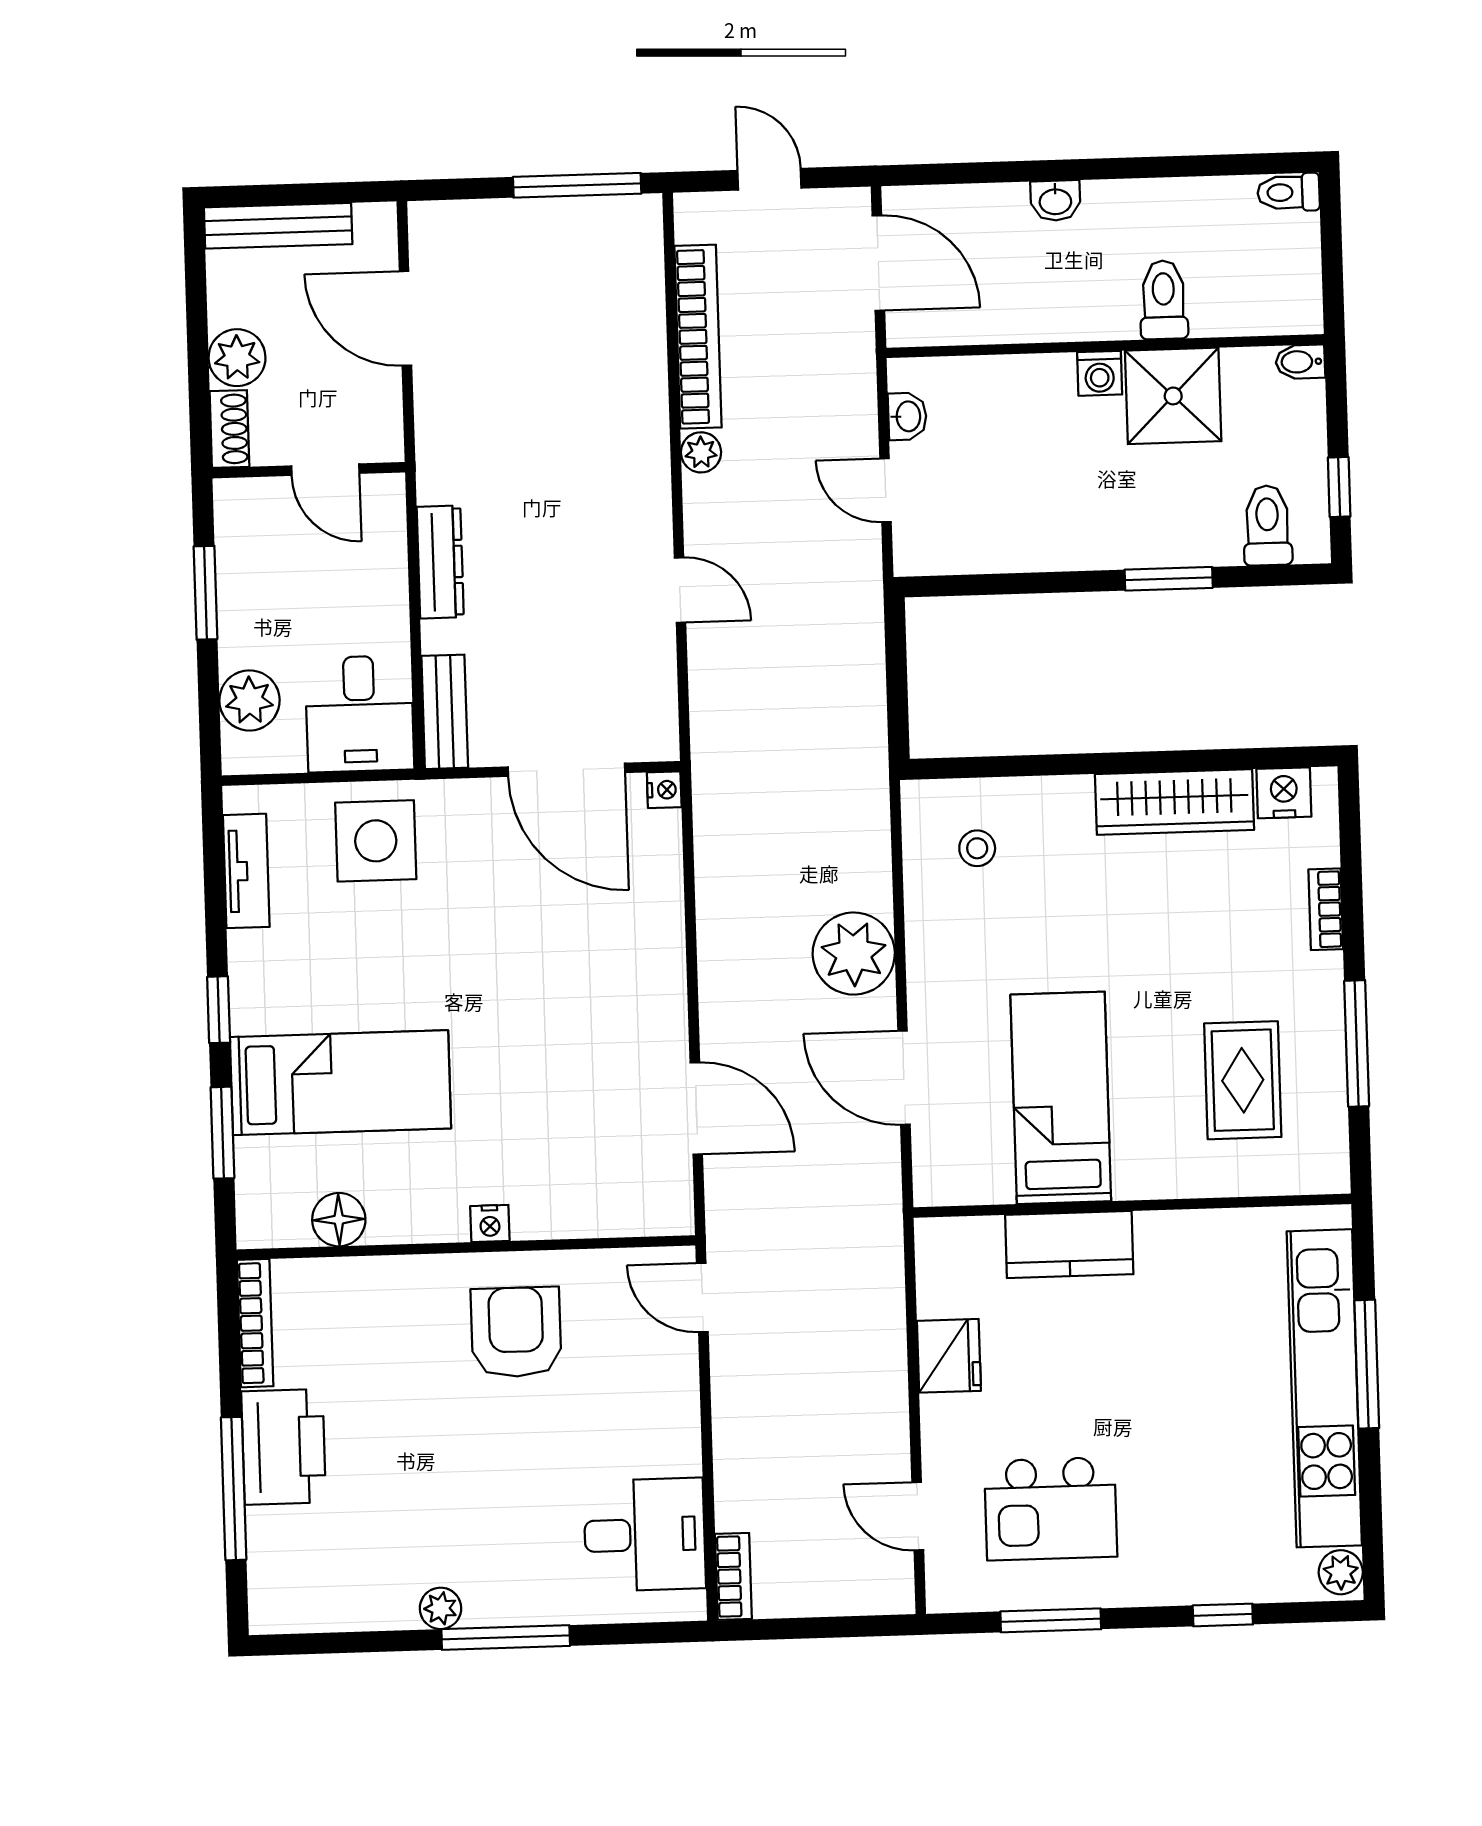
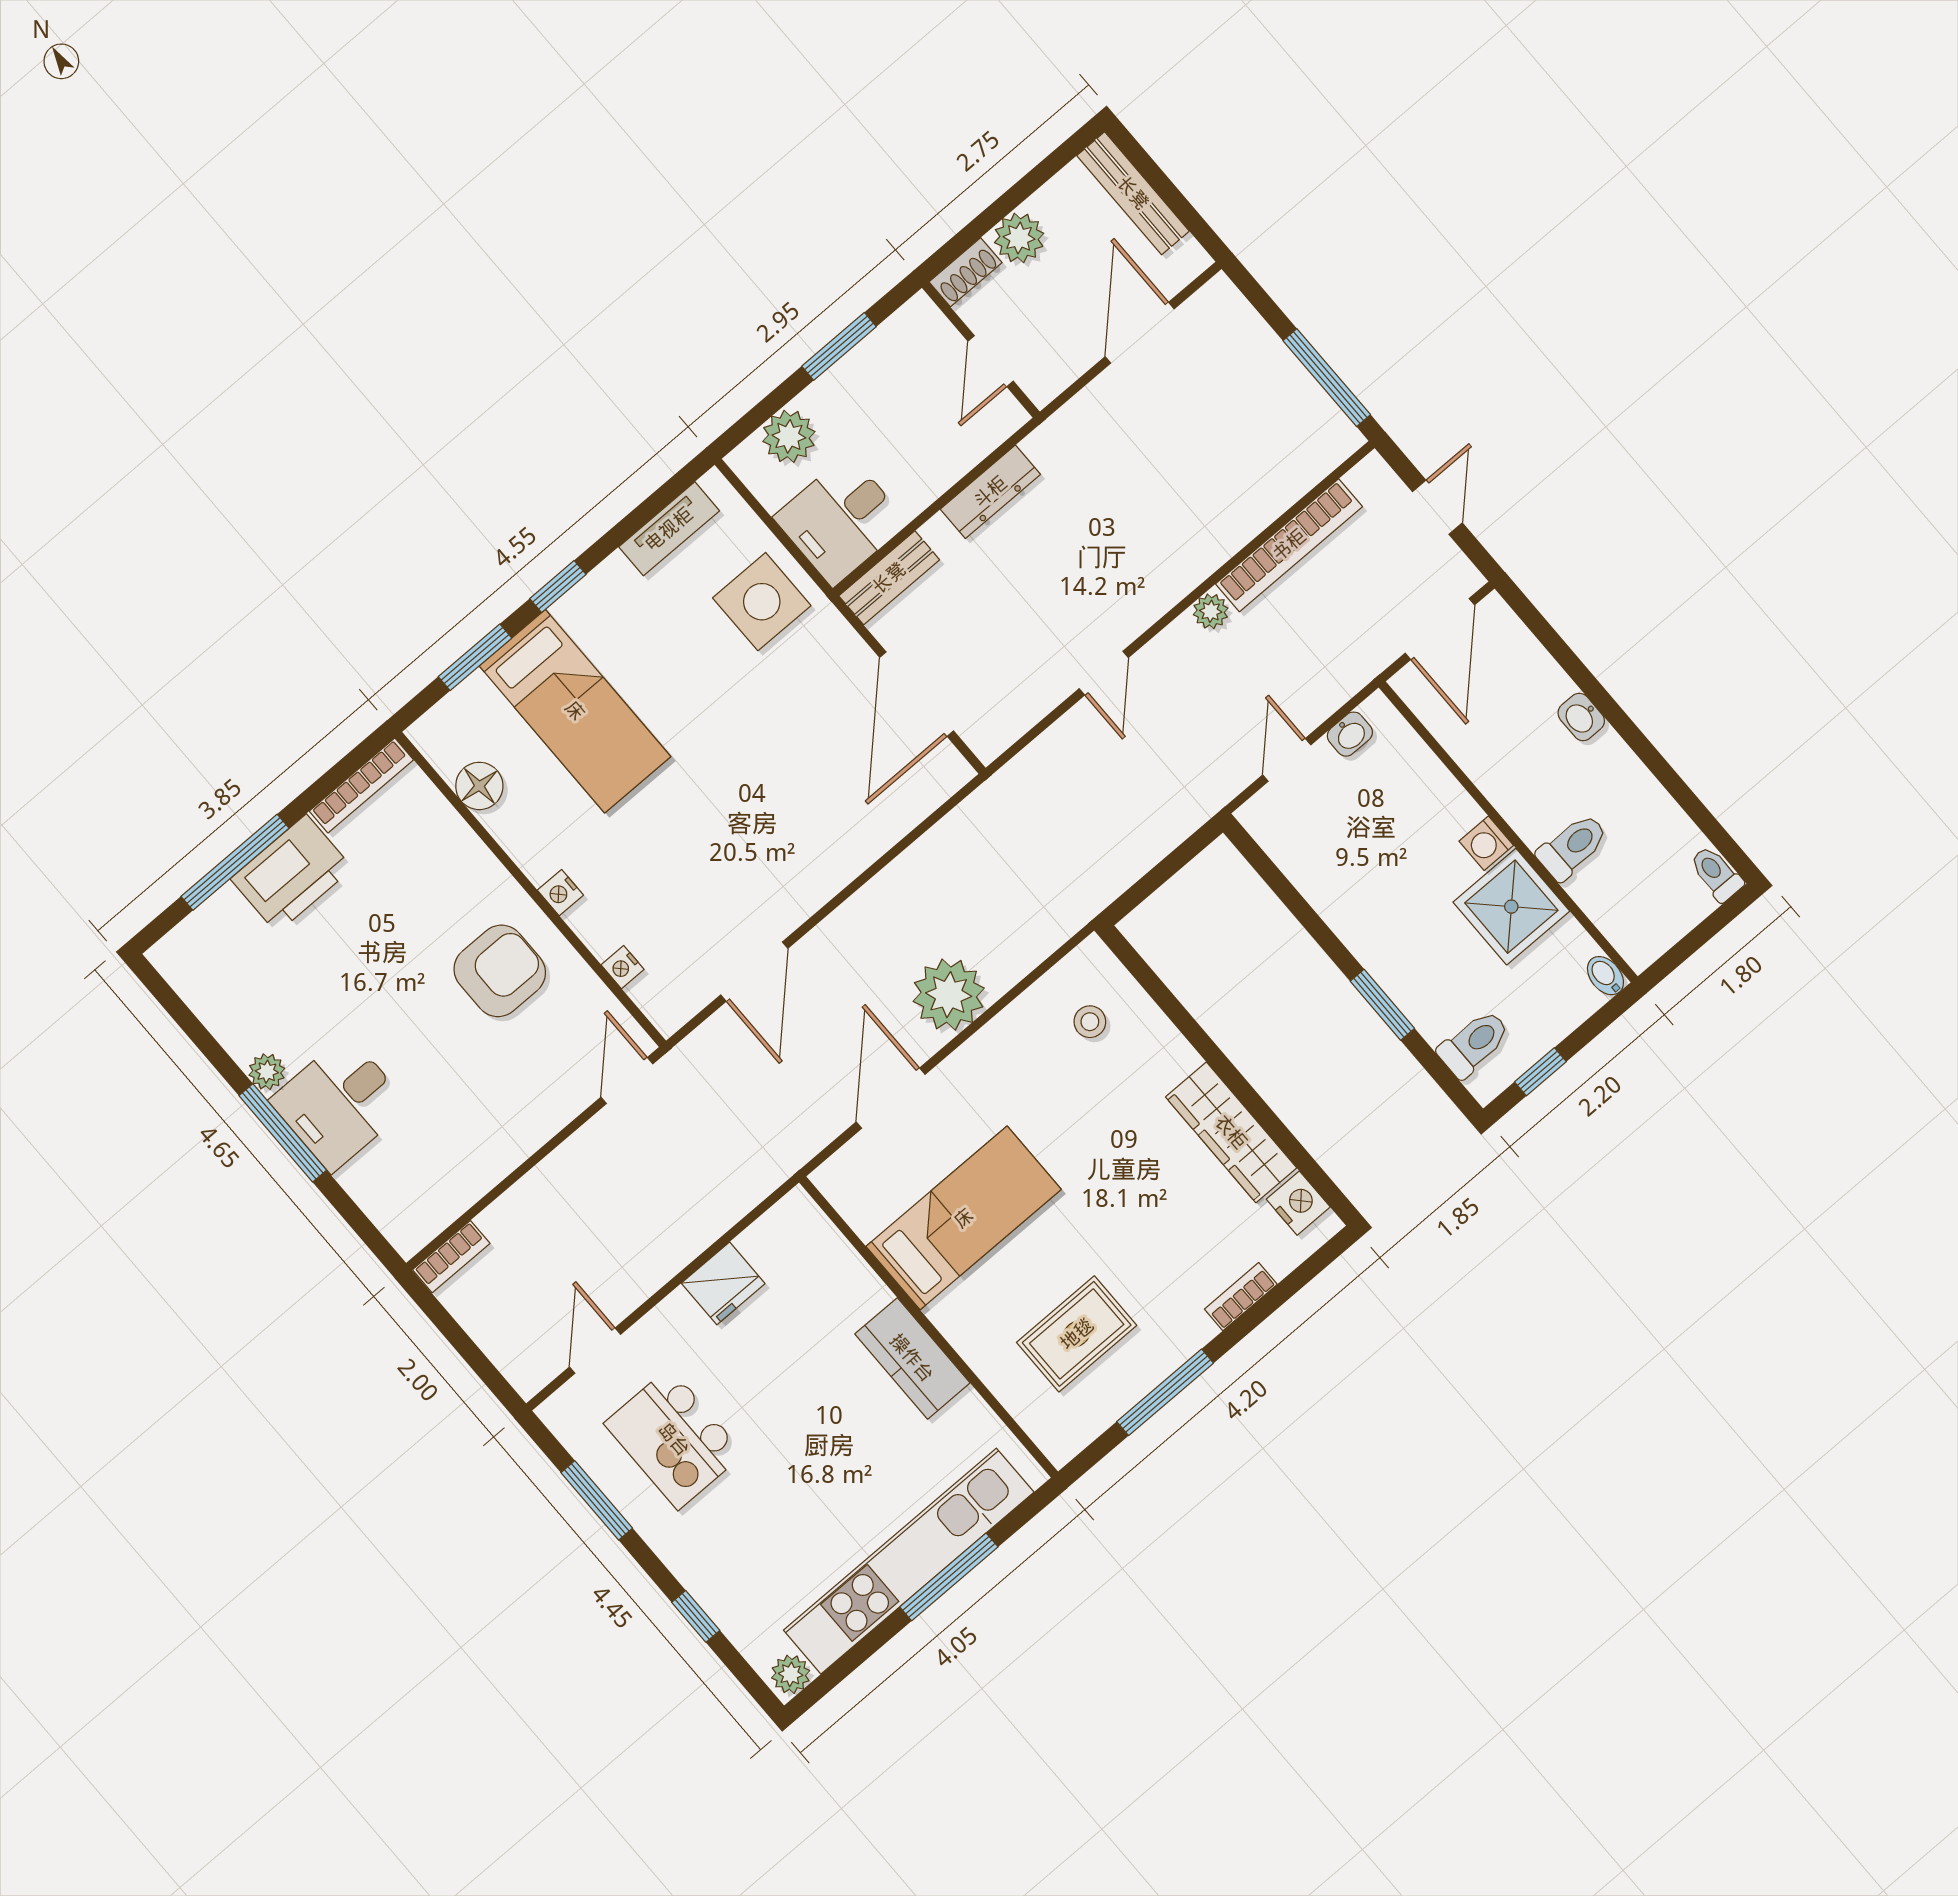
nightstand: (664, 790) -> (623, 967), moved, turned 90
kitchen counter: (1069, 1245) -> (912, 1358), moved
desk: (645, 1535) -> (339, 1103), moved, turned 90

